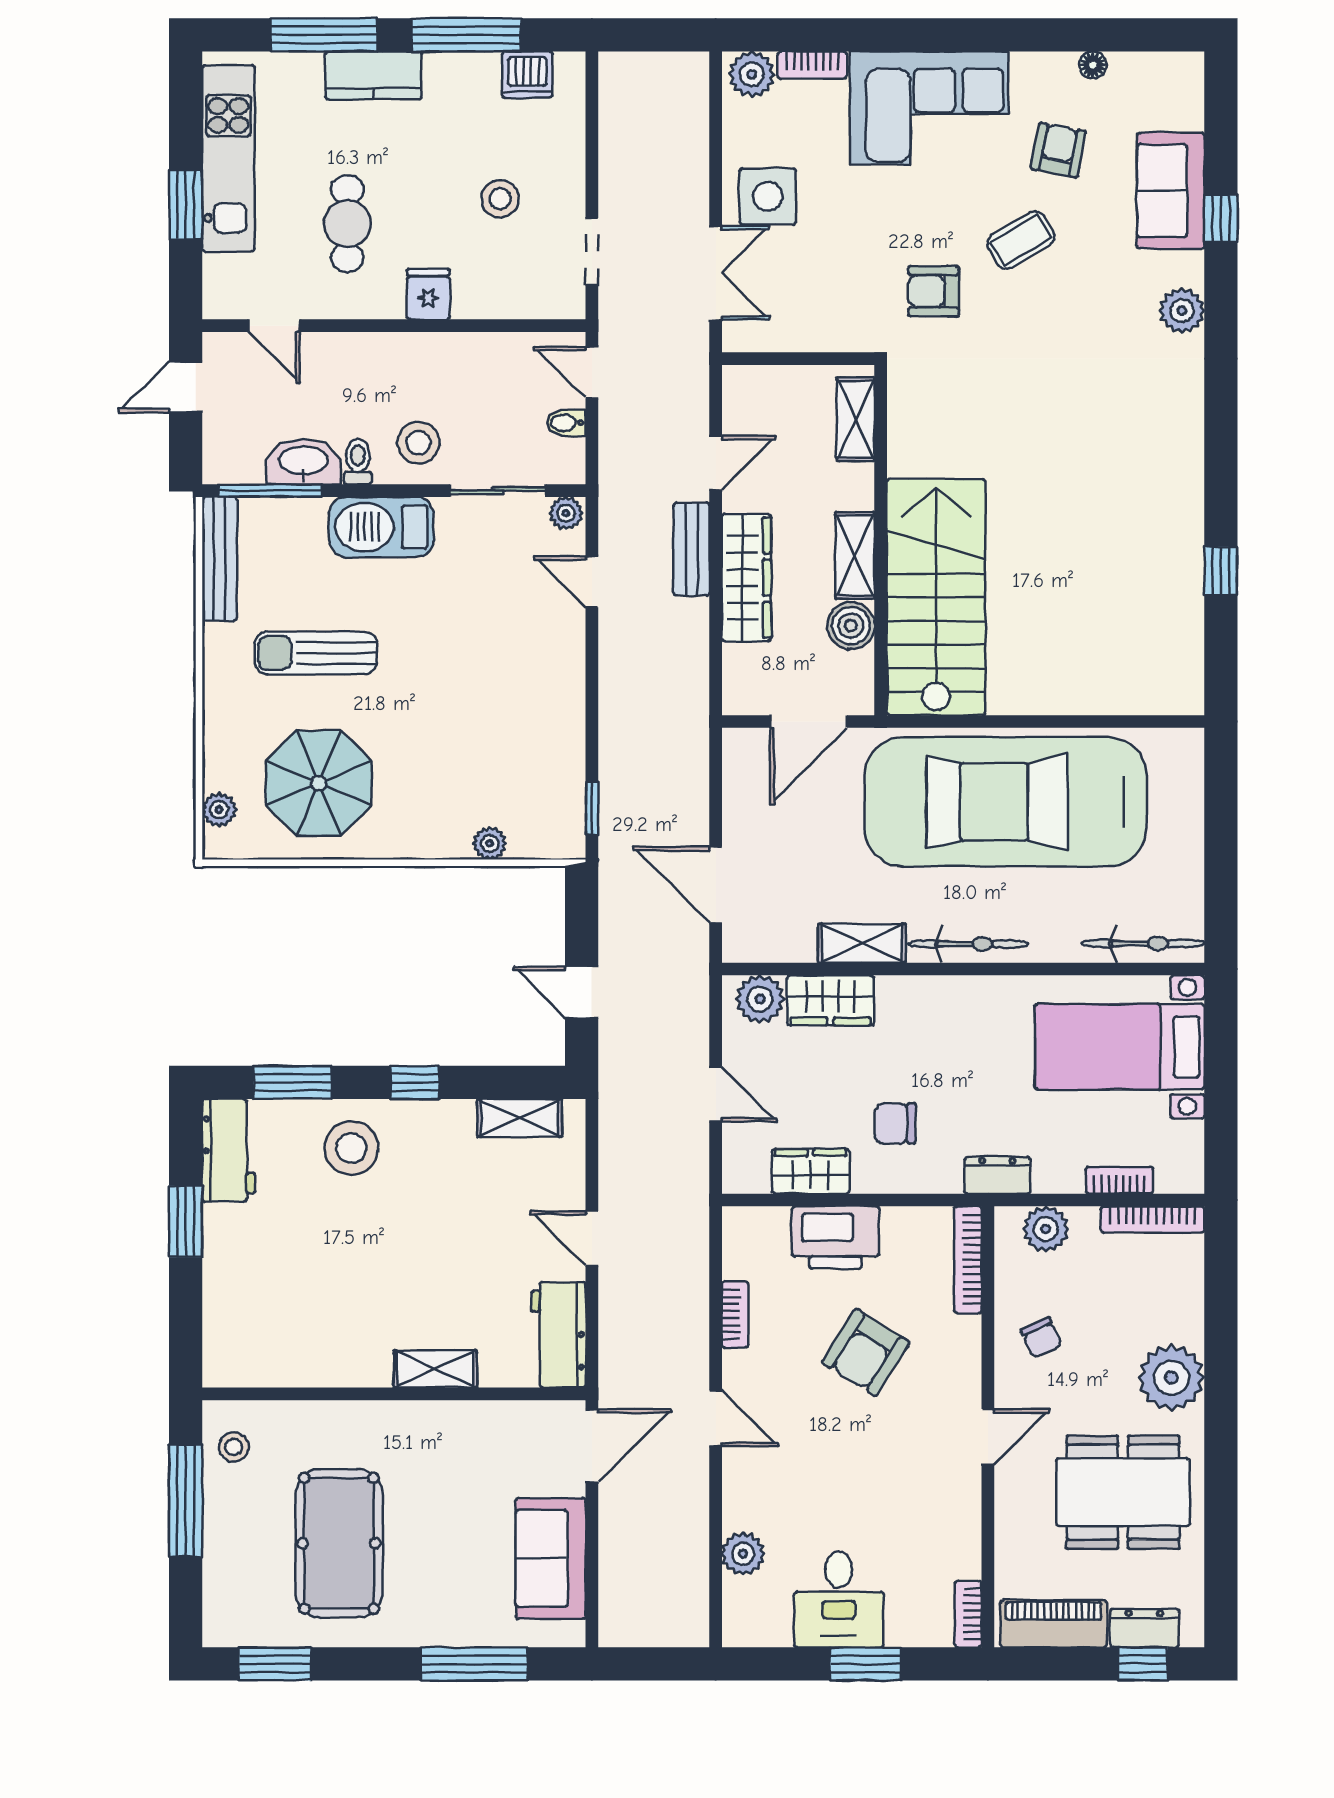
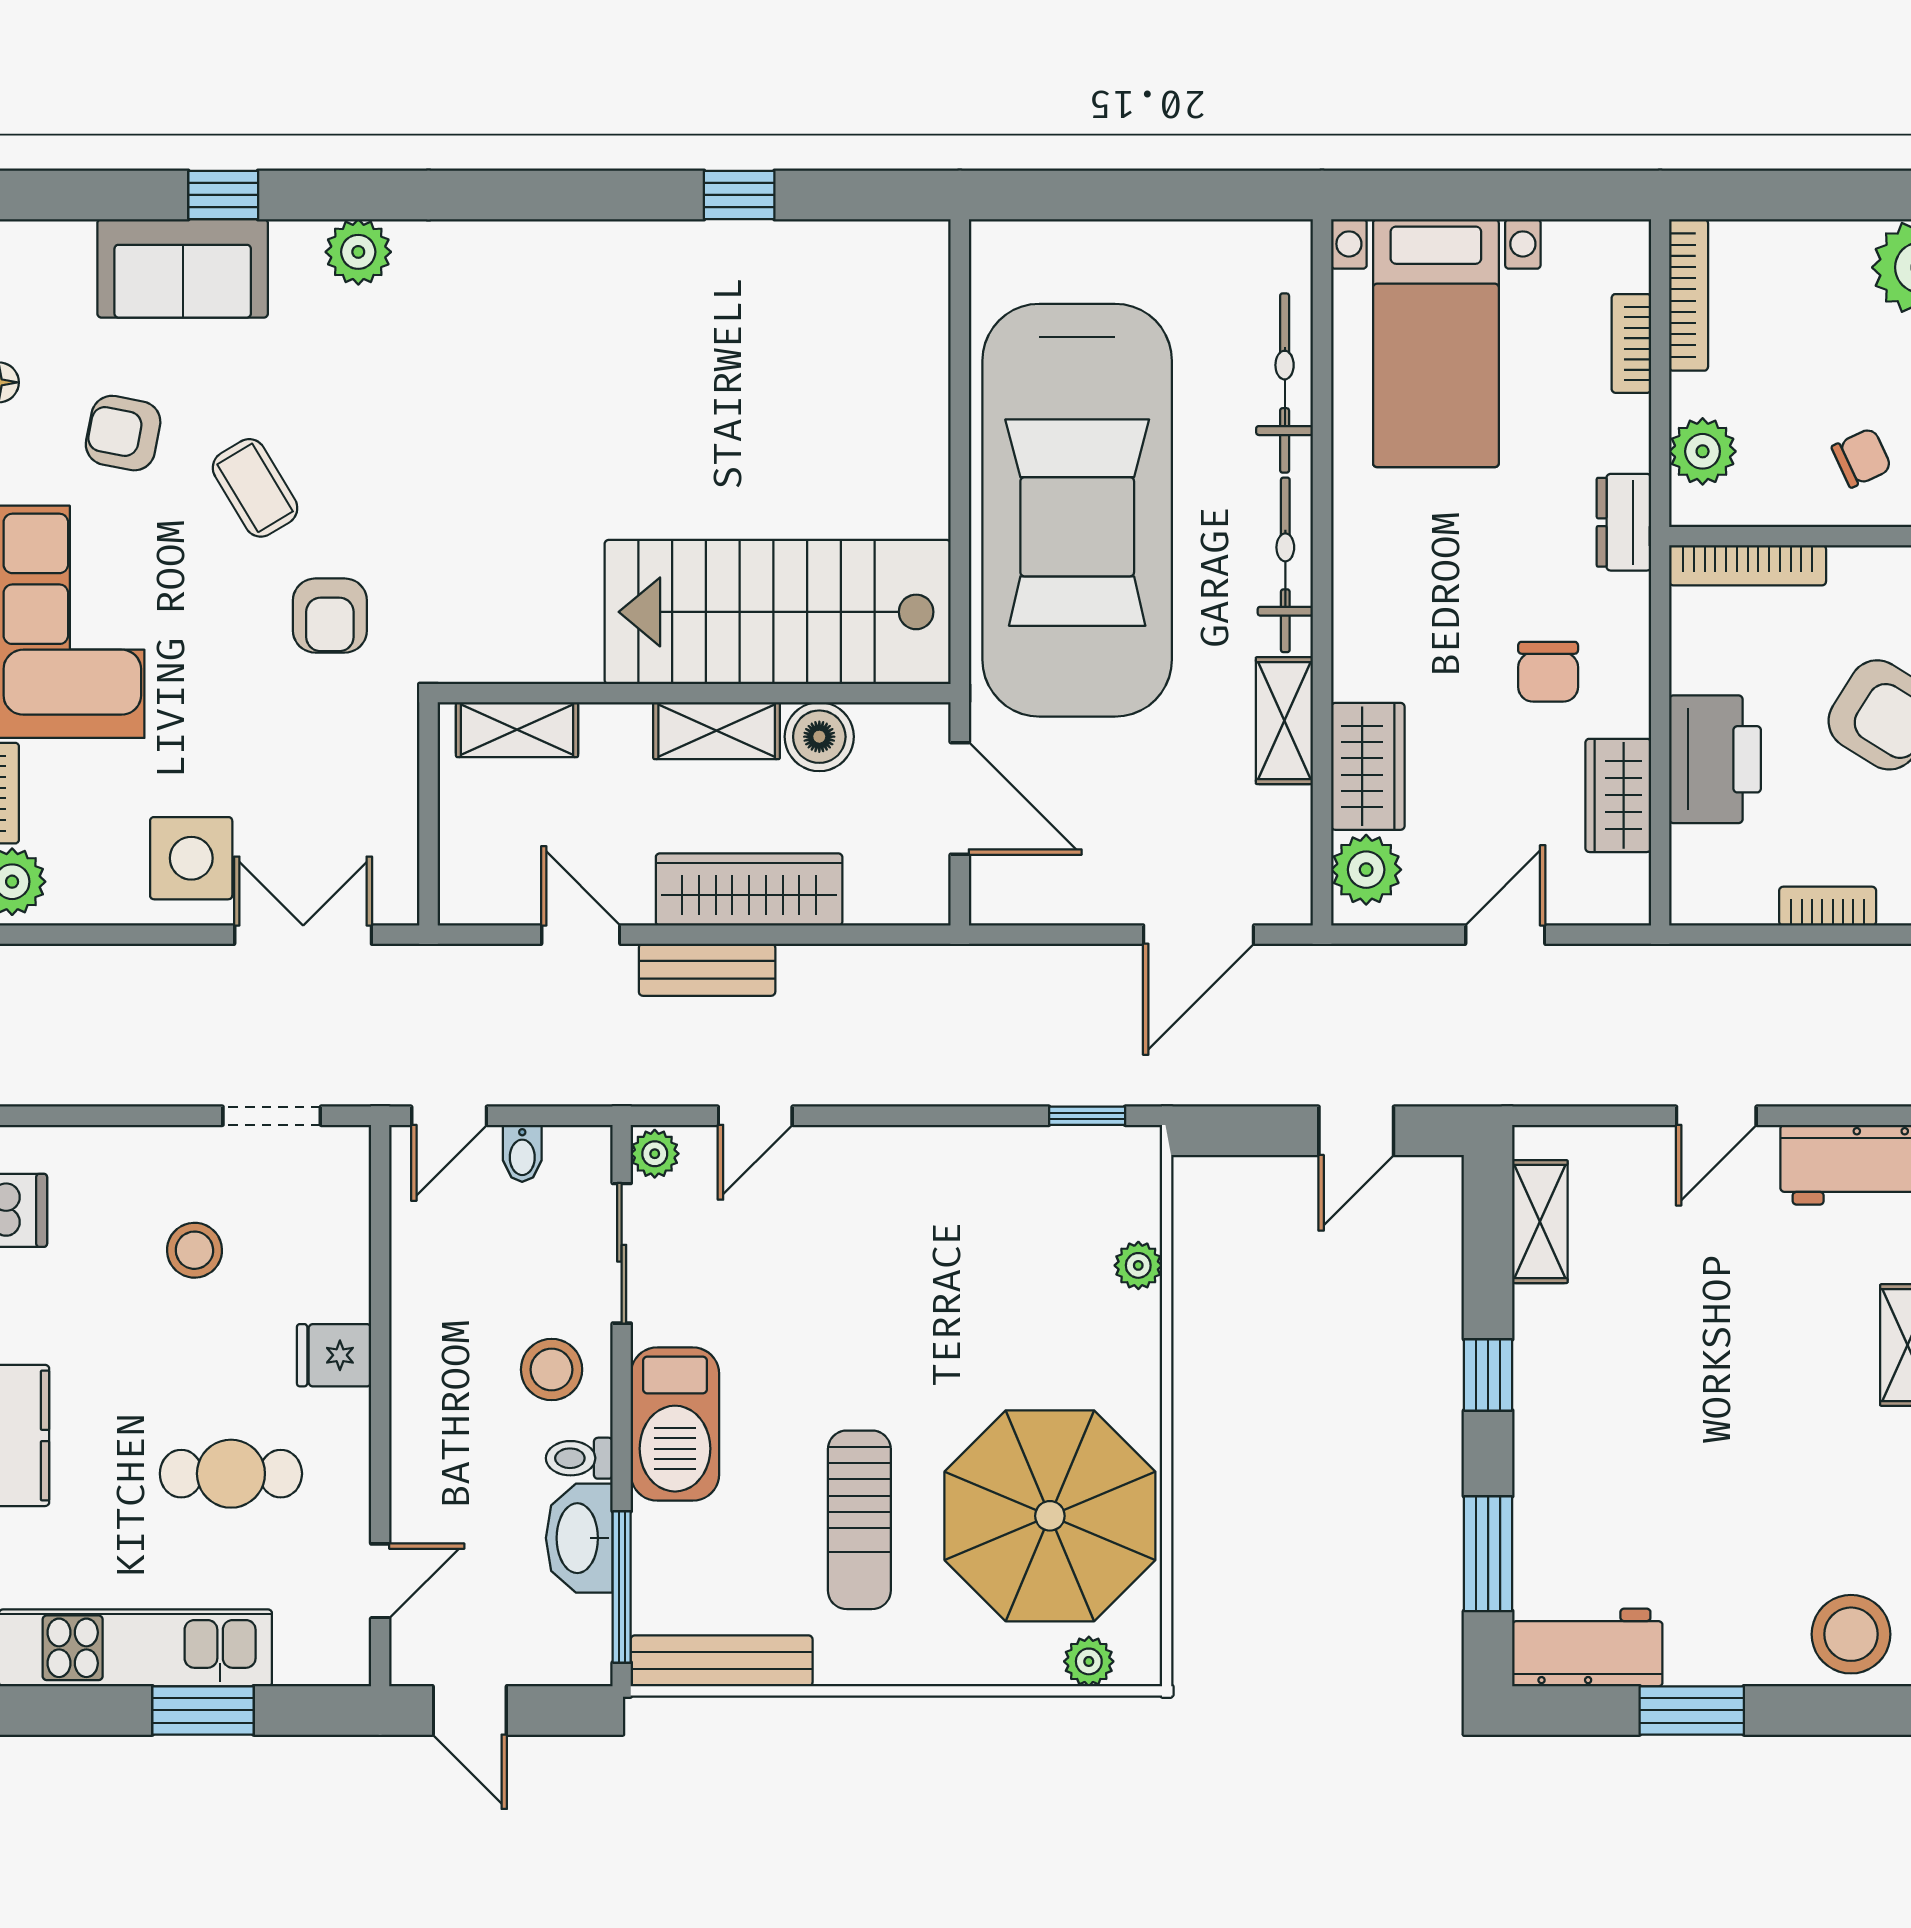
parasol: (319, 783) -> (1050, 1516), width x1.36, depth x1.36
bicycle: (1143, 943) -> (1285, 383), moved
stool: (351, 1148) -> (1851, 1634), moved

